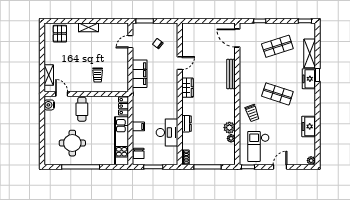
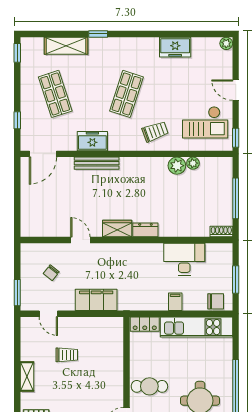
trolley: (98, 75) -> (67, 355), moved
freezer: (309, 79) -> (92, 141), moved, turned 180
dresser: (186, 124) -> (145, 230), moved

